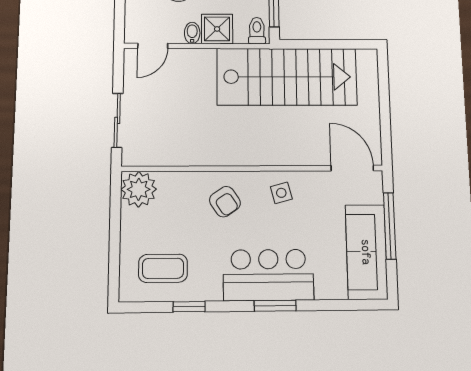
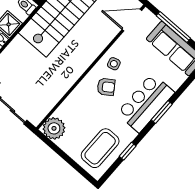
armchair: (225, 202) -> (106, 87), moved
coffee table: (163, 268) -> (100, 148), width x1.36, depth x1.32

